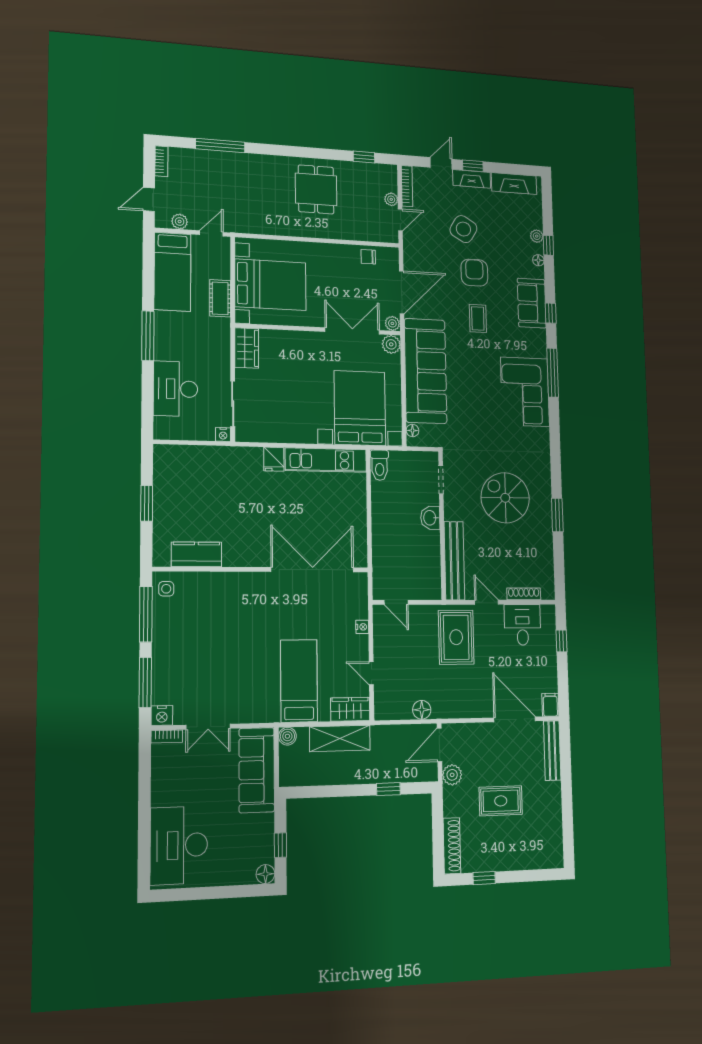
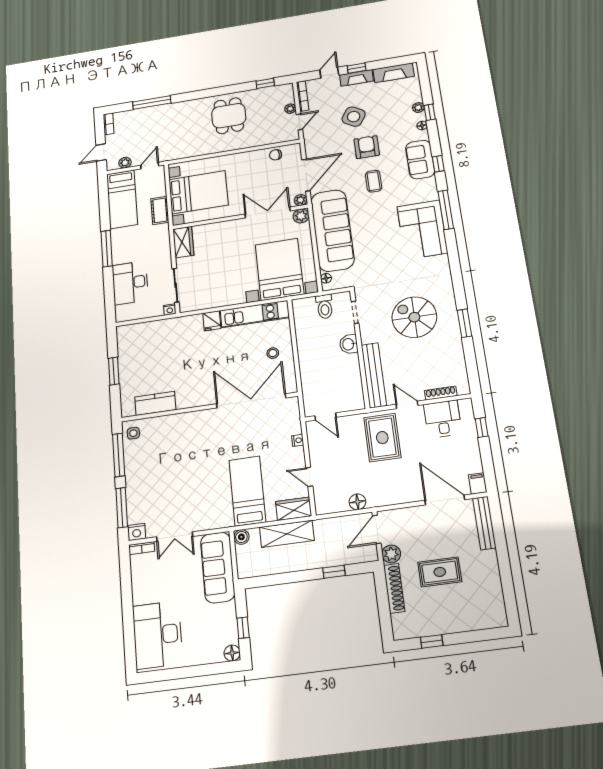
toilet: (380, 465) -> (325, 307), moved
stool: (343, 514) -> (273, 353), added
shoe rack: (452, 846) -> (394, 588), moved

